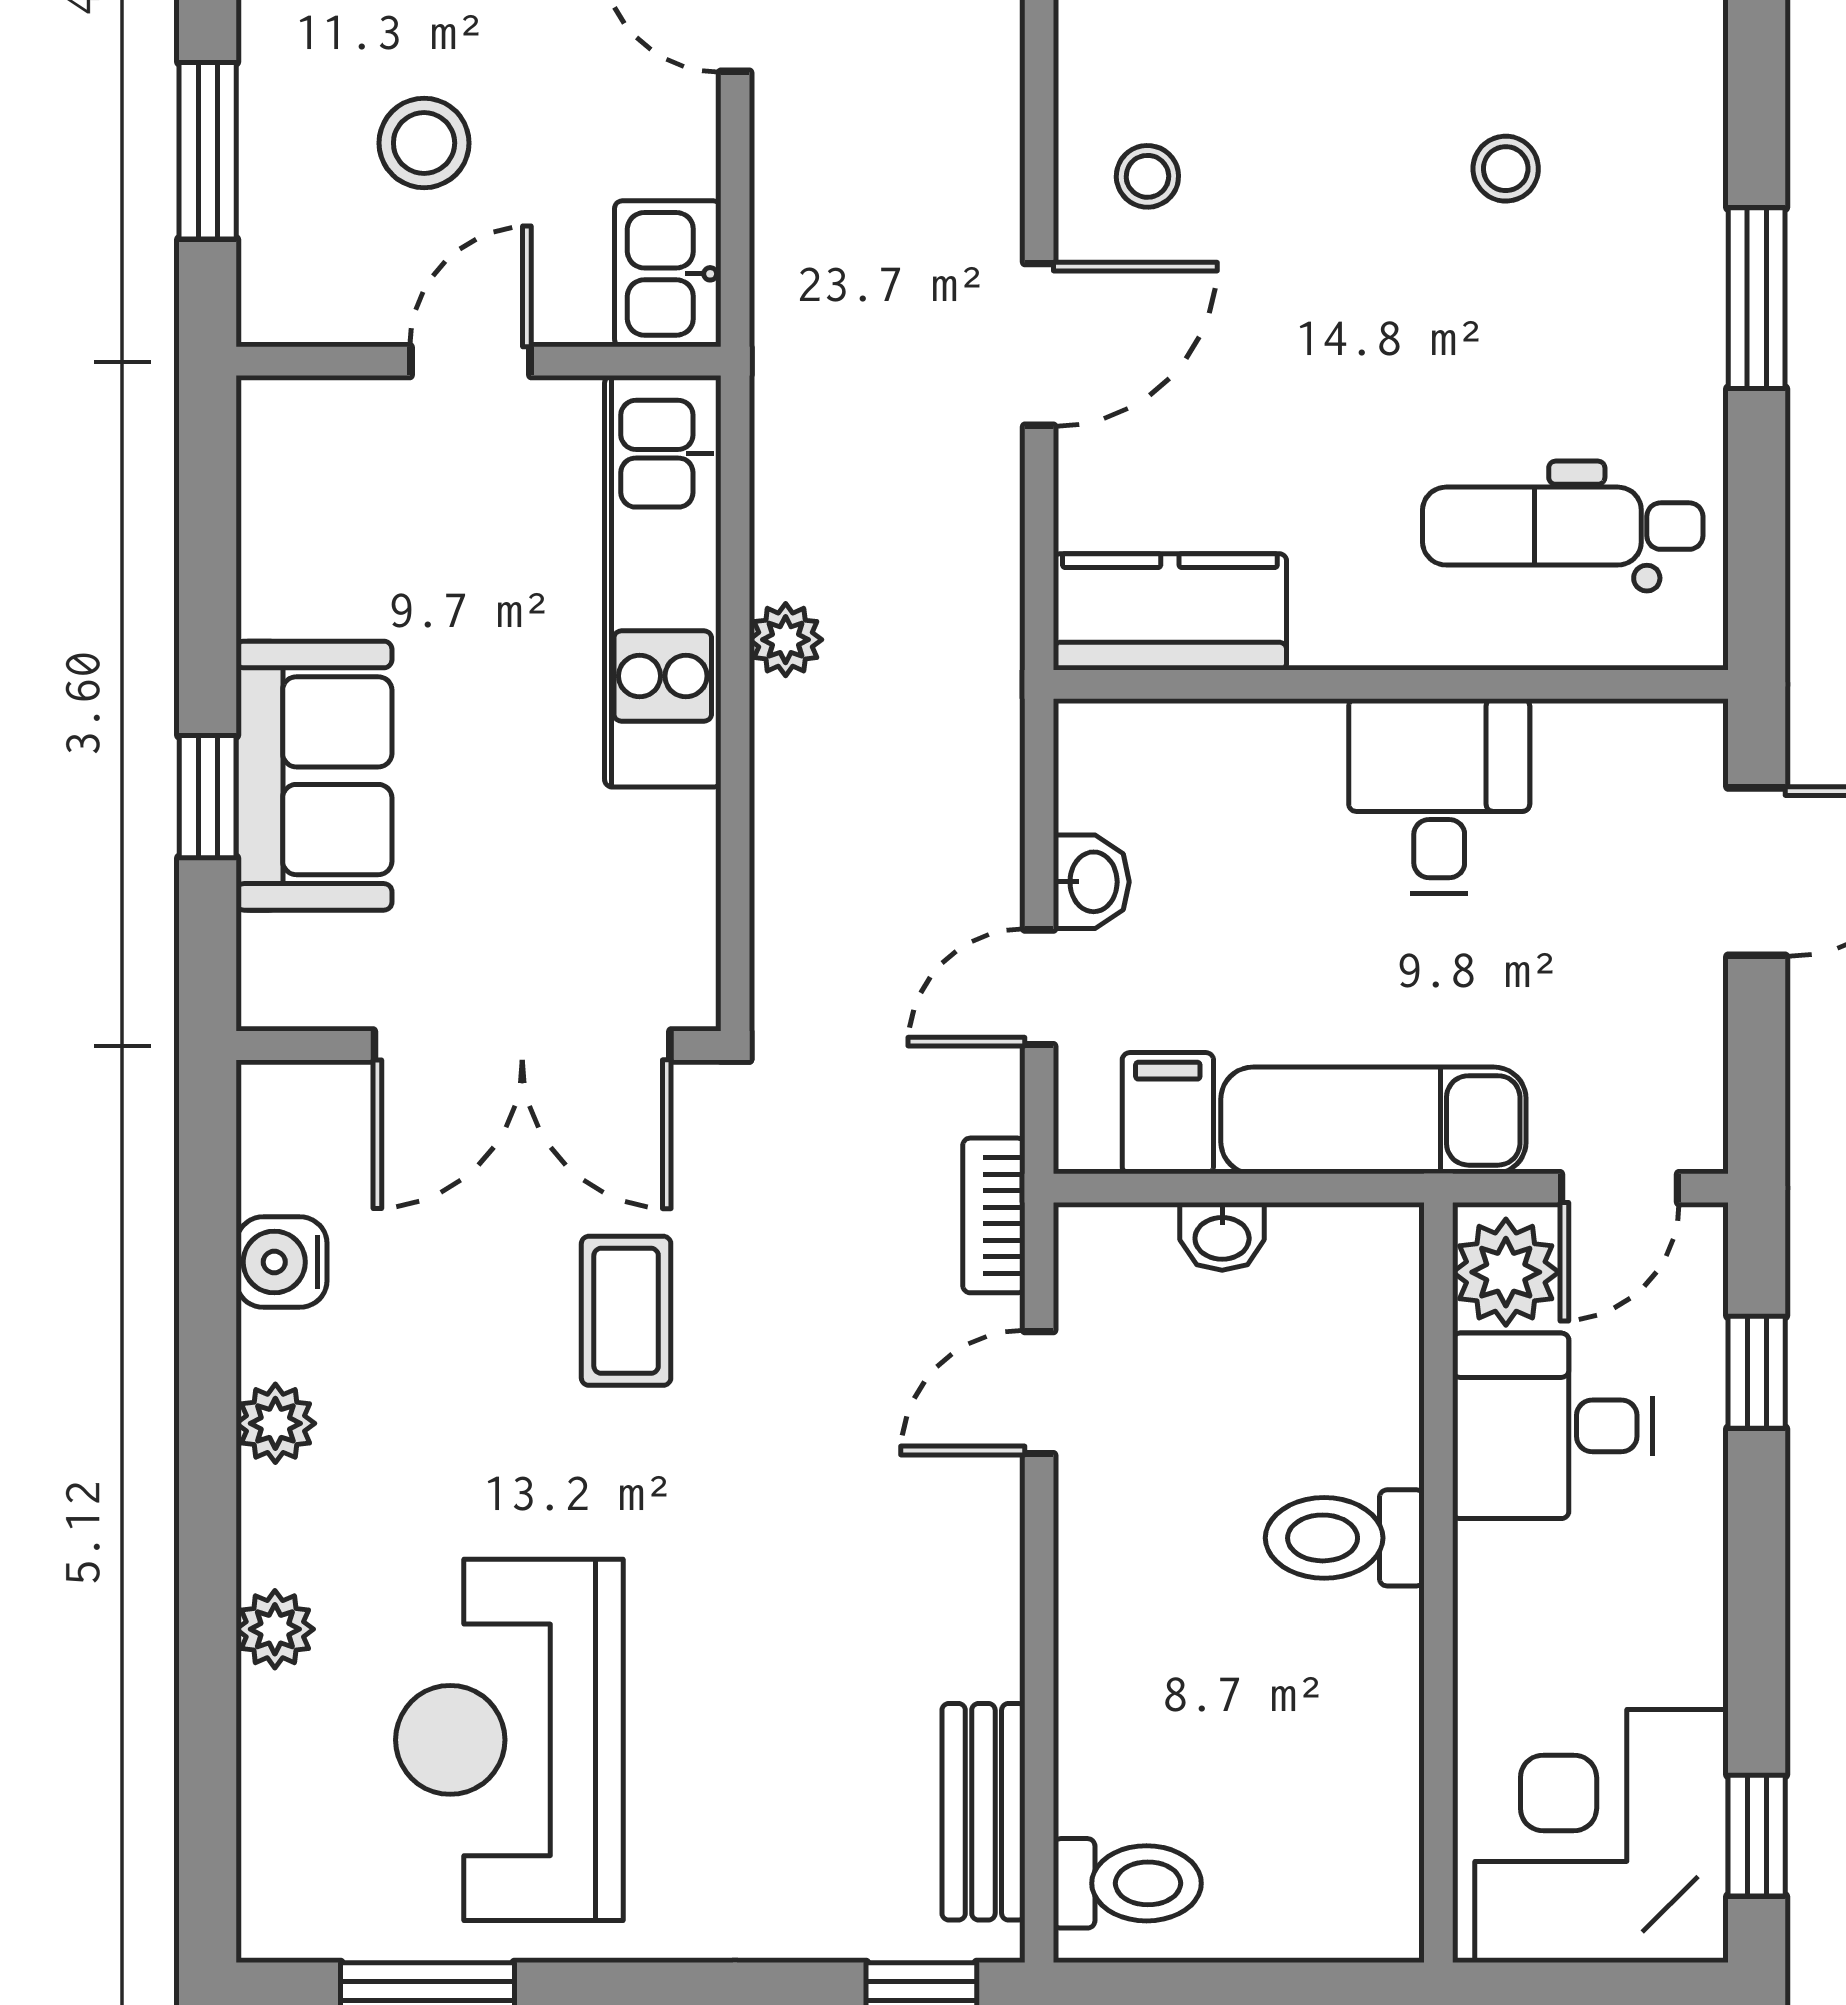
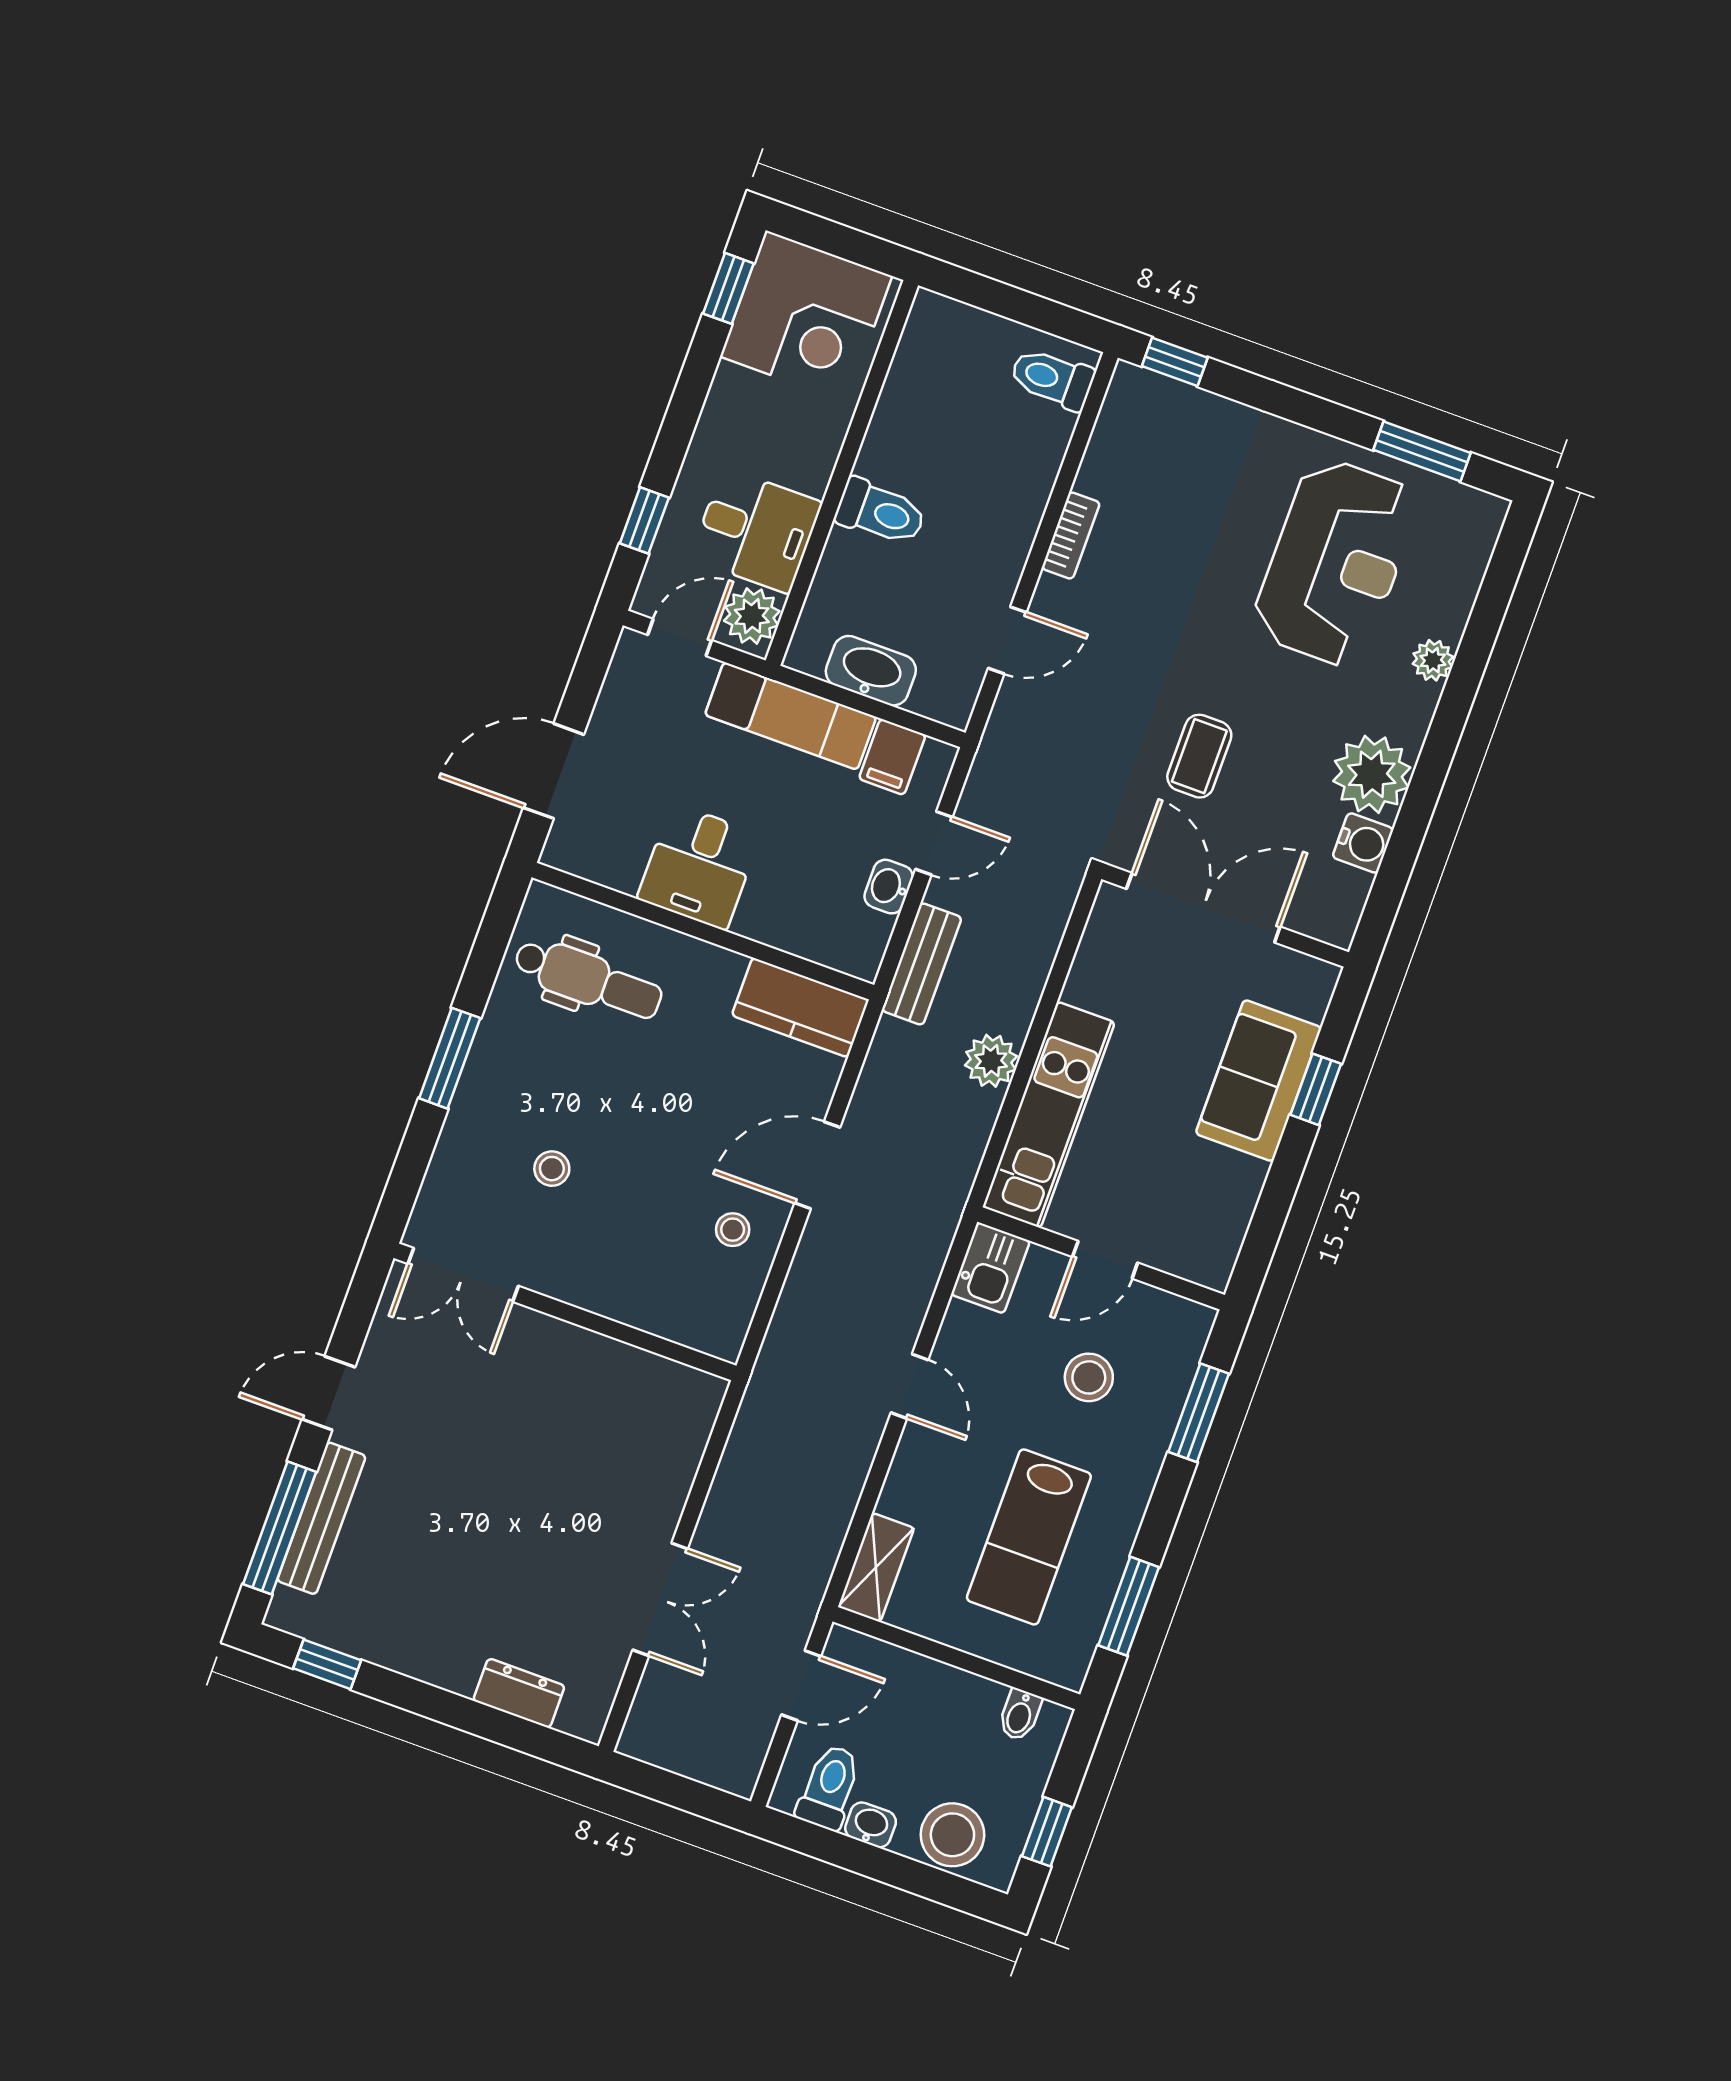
plant: (786, 640) -> (991, 1061), width x1.38, depth x1.38
bookcase: (994, 1215) -> (1071, 536), moved
washbasin: (1222, 1236) -> (871, 671), width x1.91, depth x1.45
plant: (275, 1423) -> (1372, 774), width x1.87, depth x1.87
bench: (983, 1812) -> (922, 964), moved

